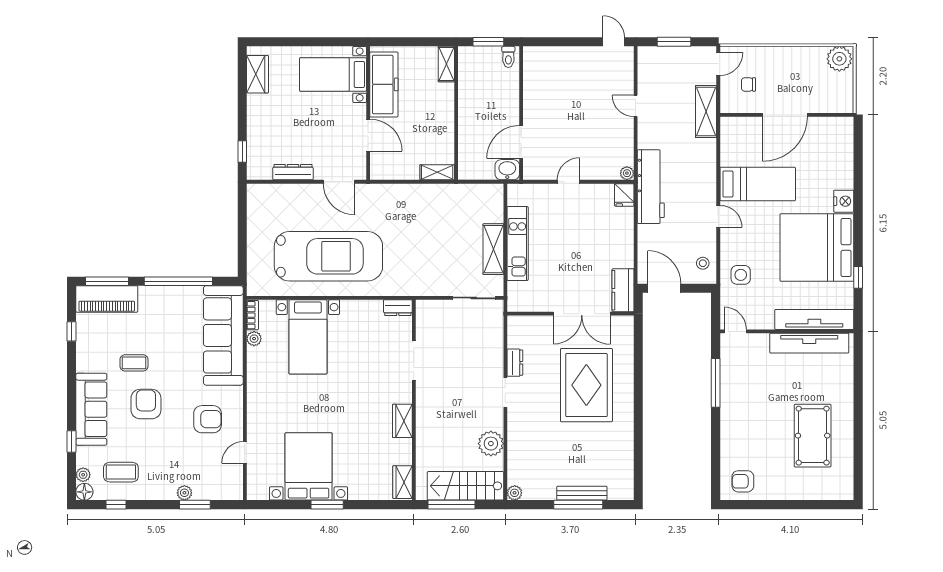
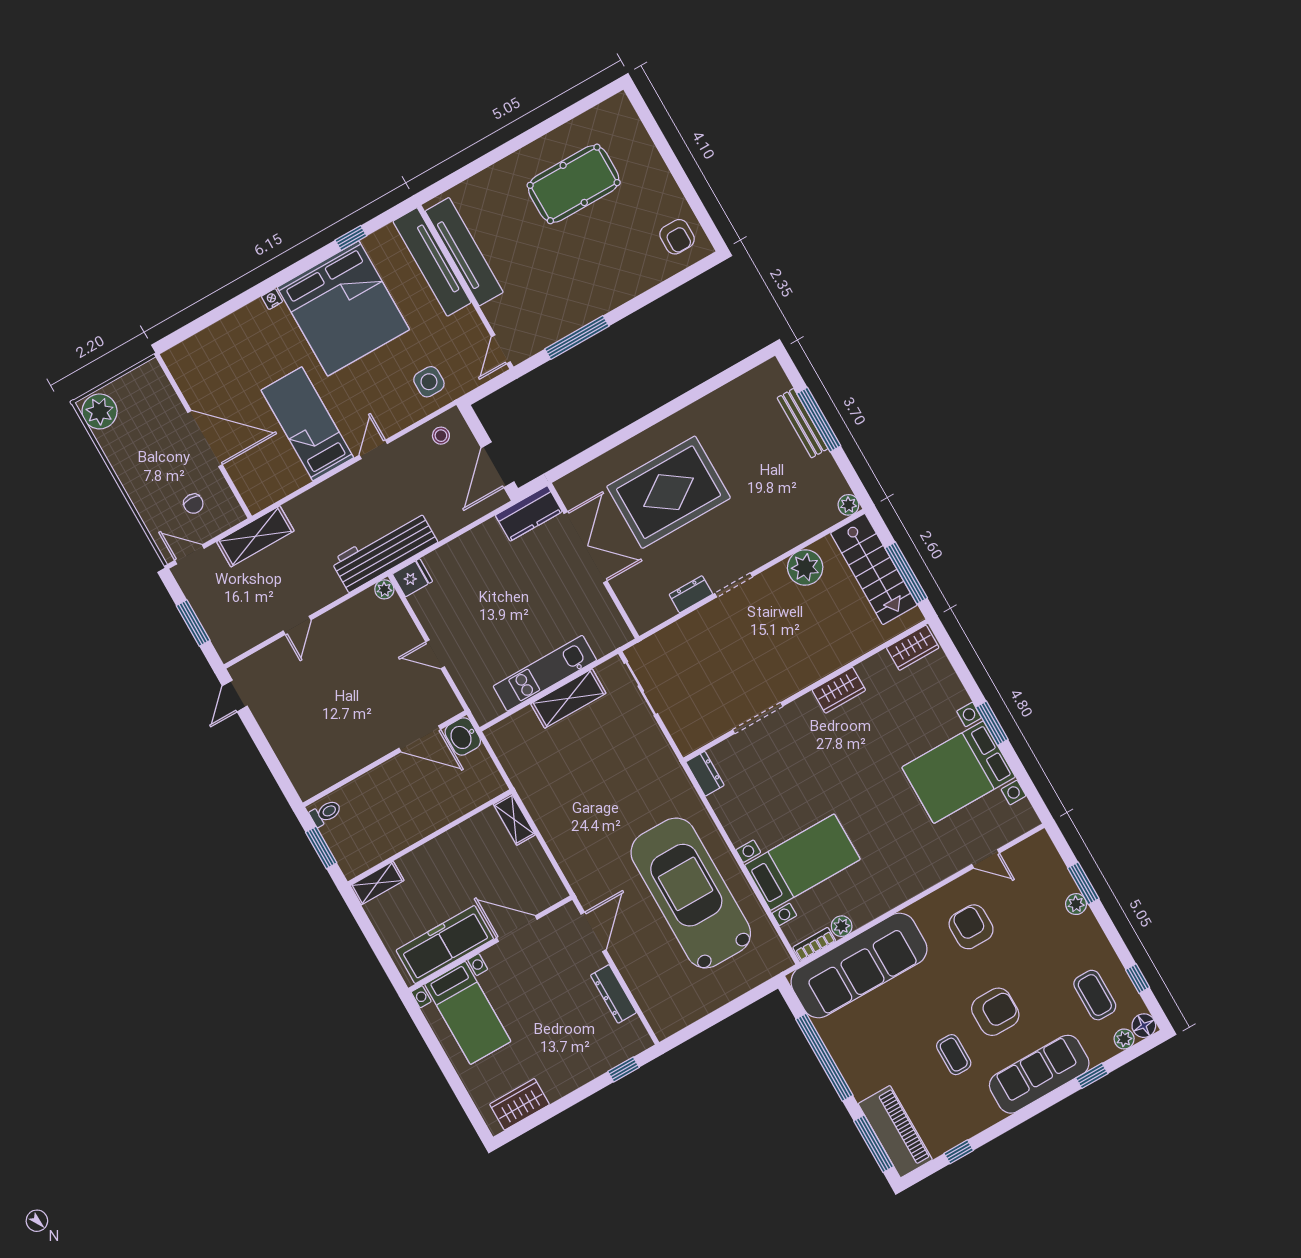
door: (368, 135) -> (517, 929), hinge flipped
nightstand: (844, 201) -> (272, 299), width x0.53, depth x0.56
armchair: (146, 404) -> (995, 1012), turned 180

